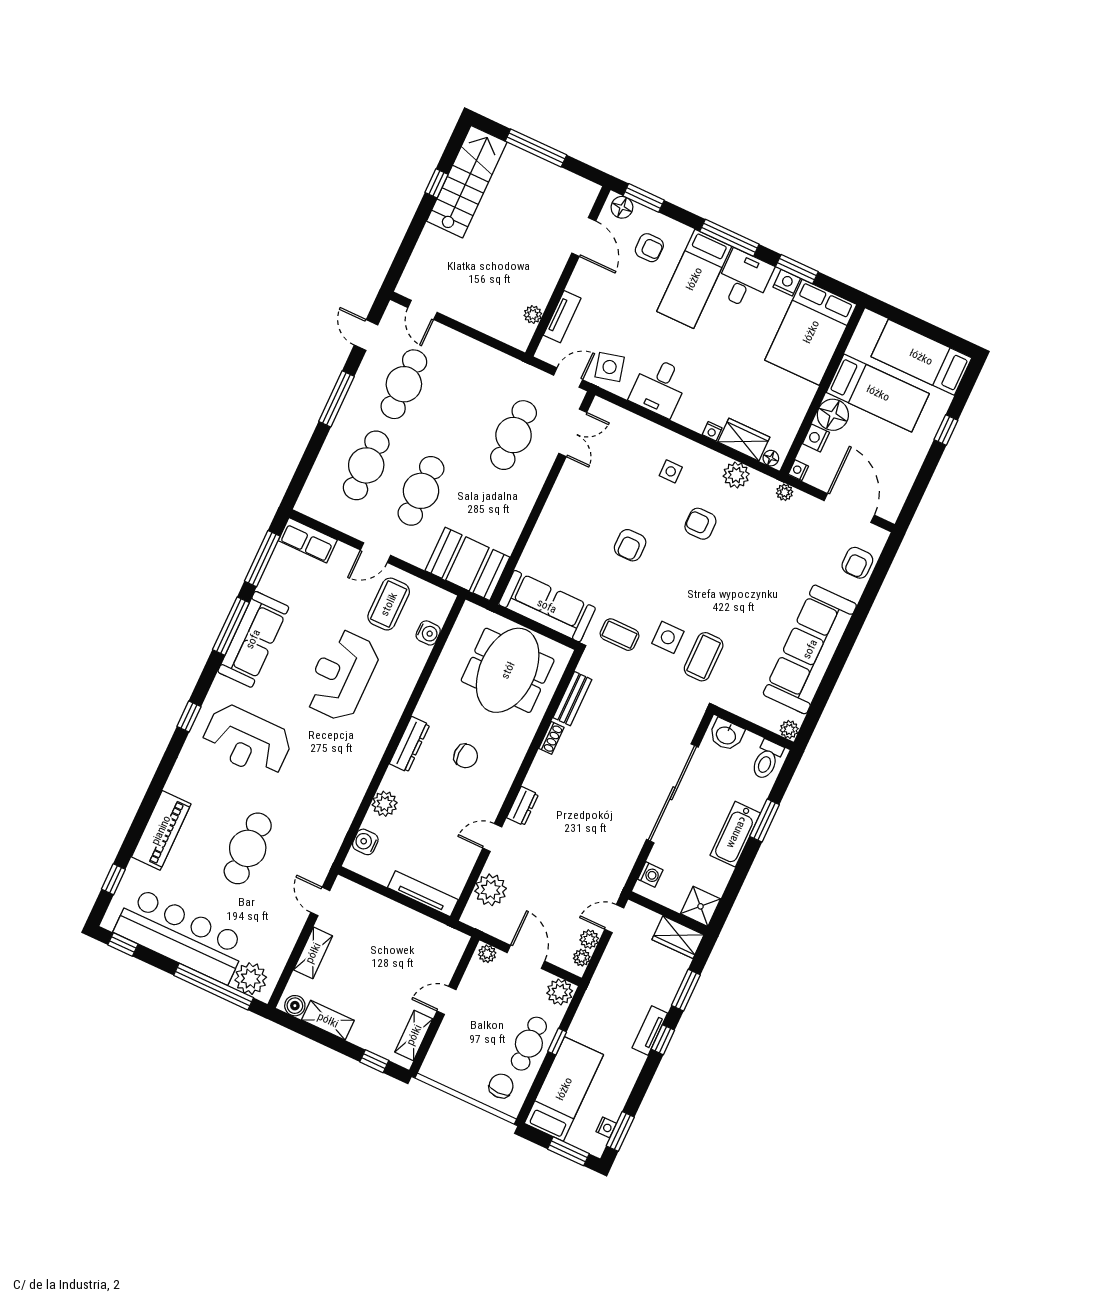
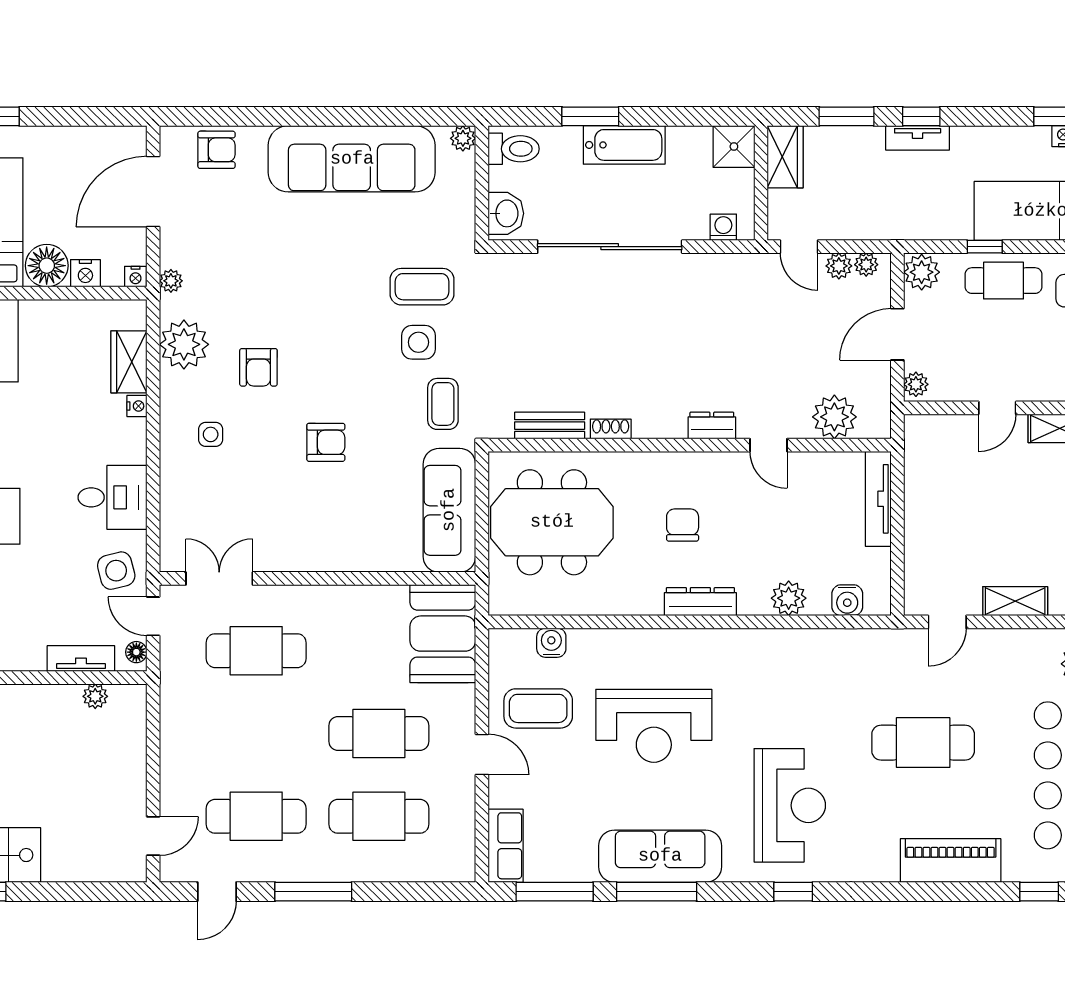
floor lamp: (771, 458) -> (136, 652), moved
plant: (736, 475) -> (184, 344), width x1.36, depth x1.36
door: (447, 1000) -> (997, 408), hinge flipped

